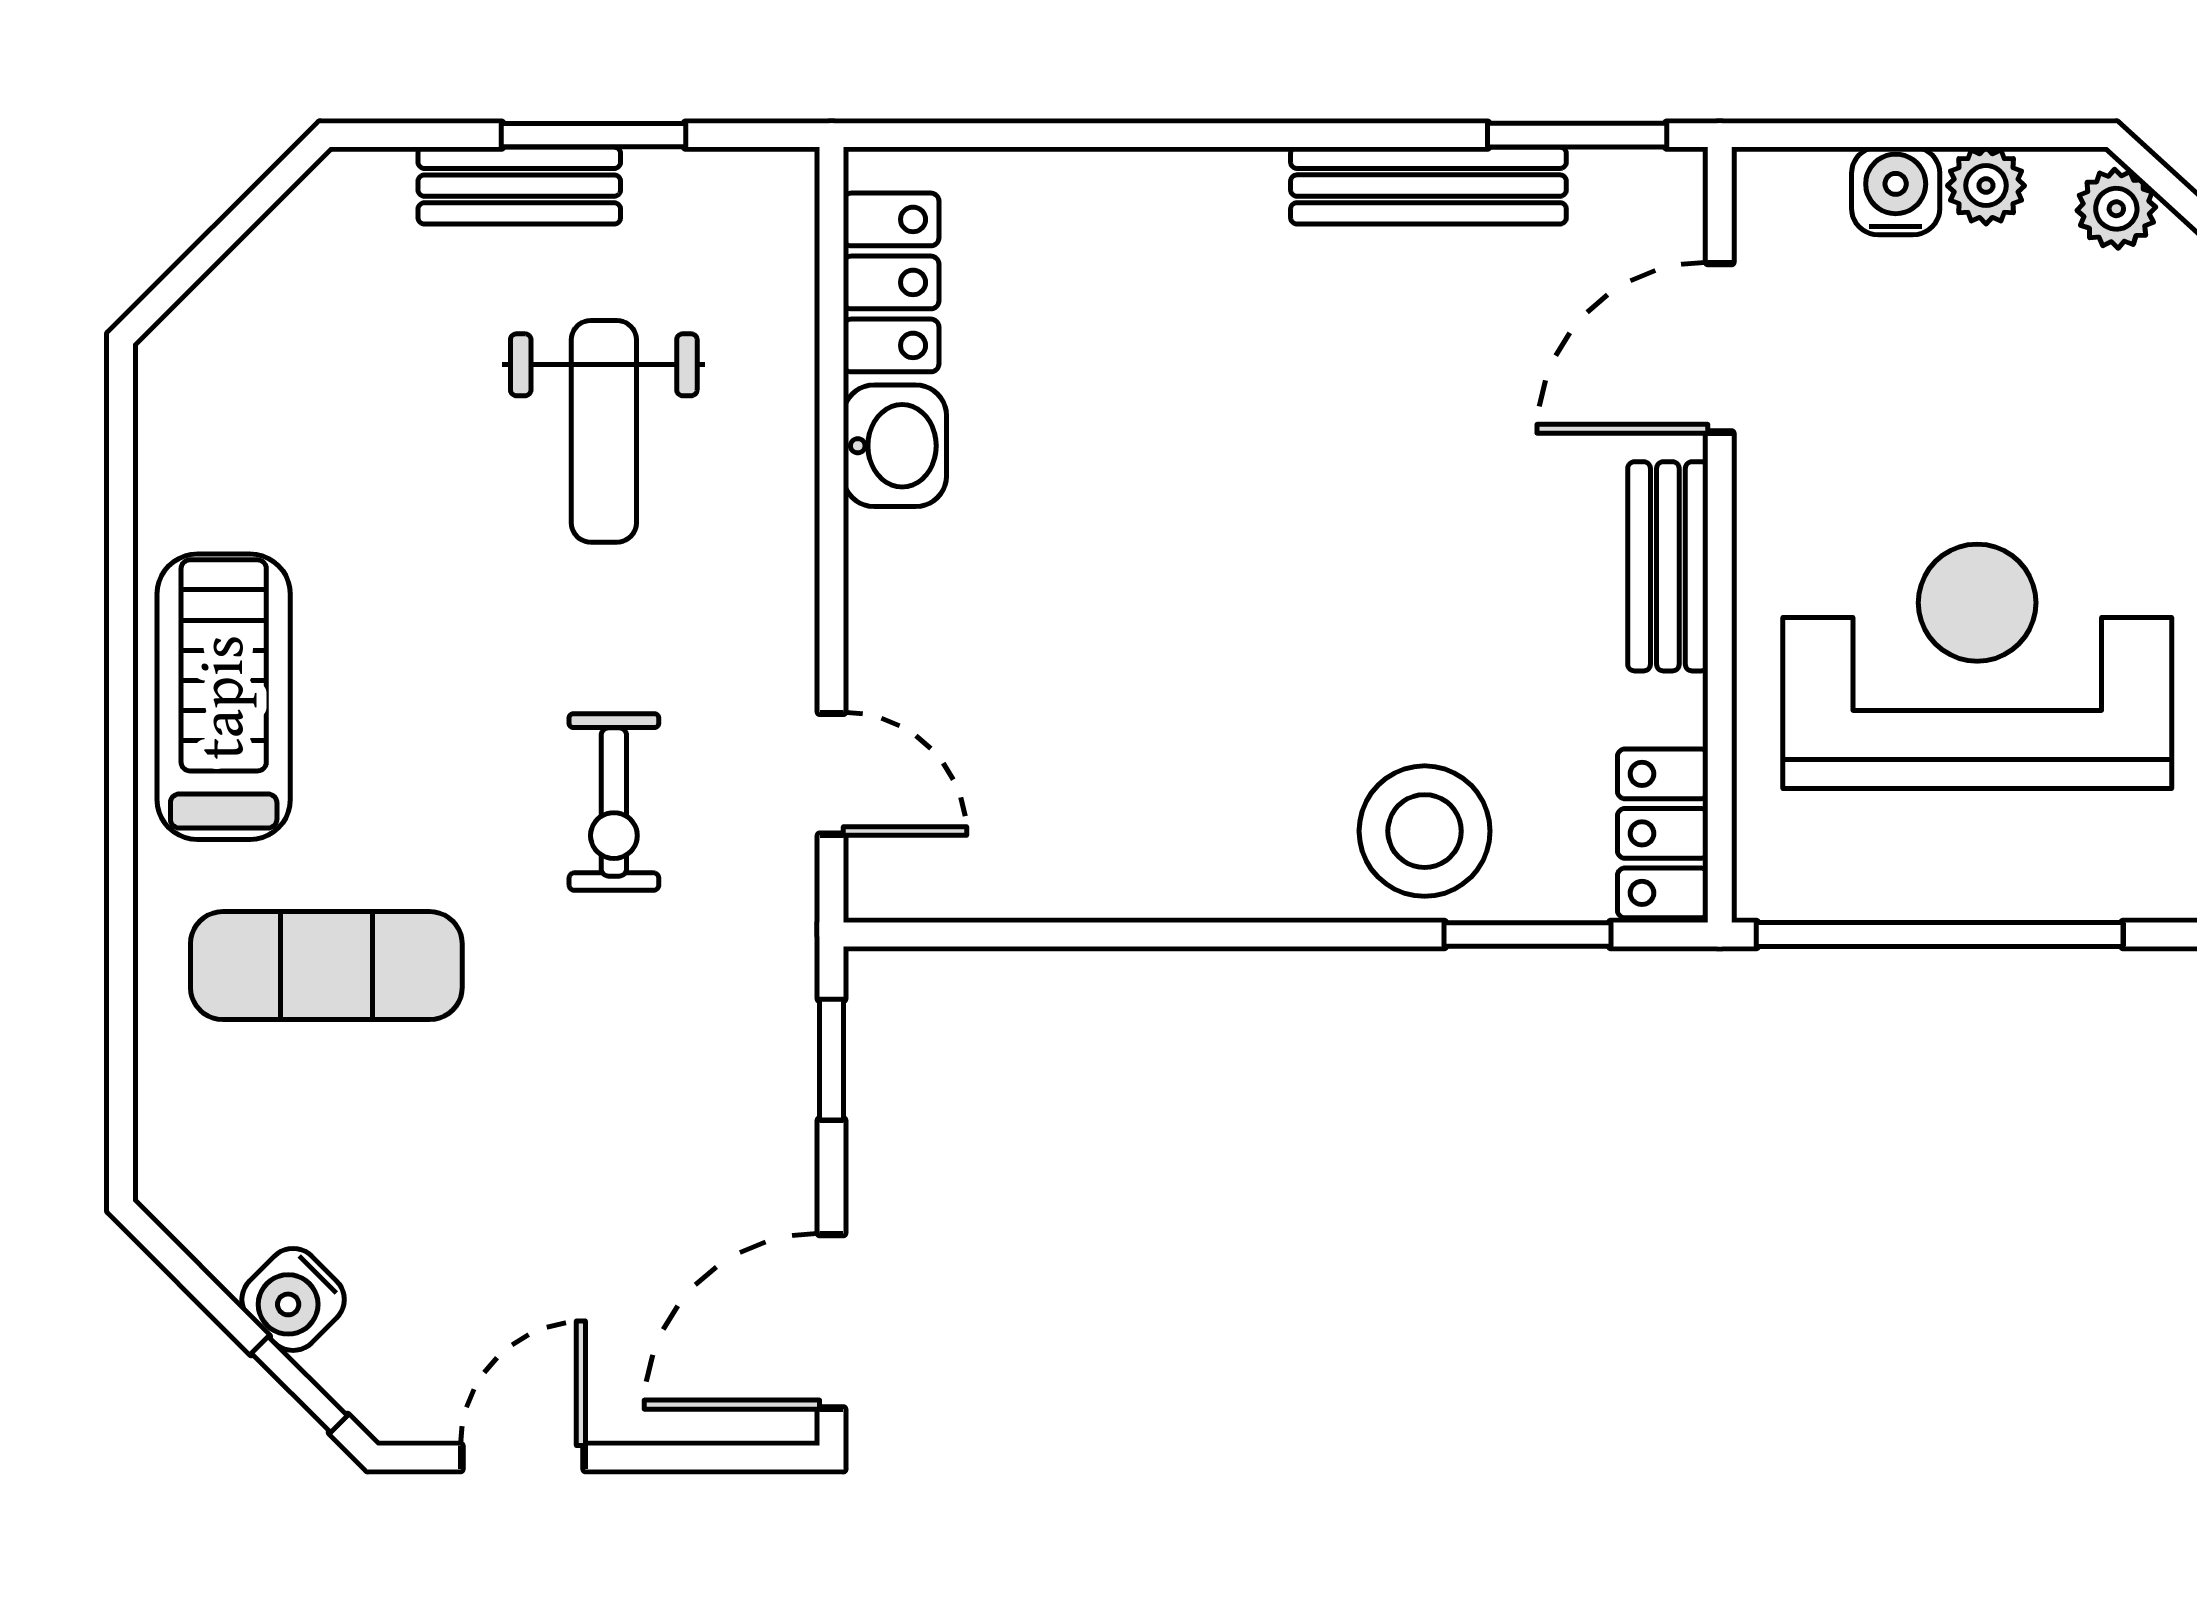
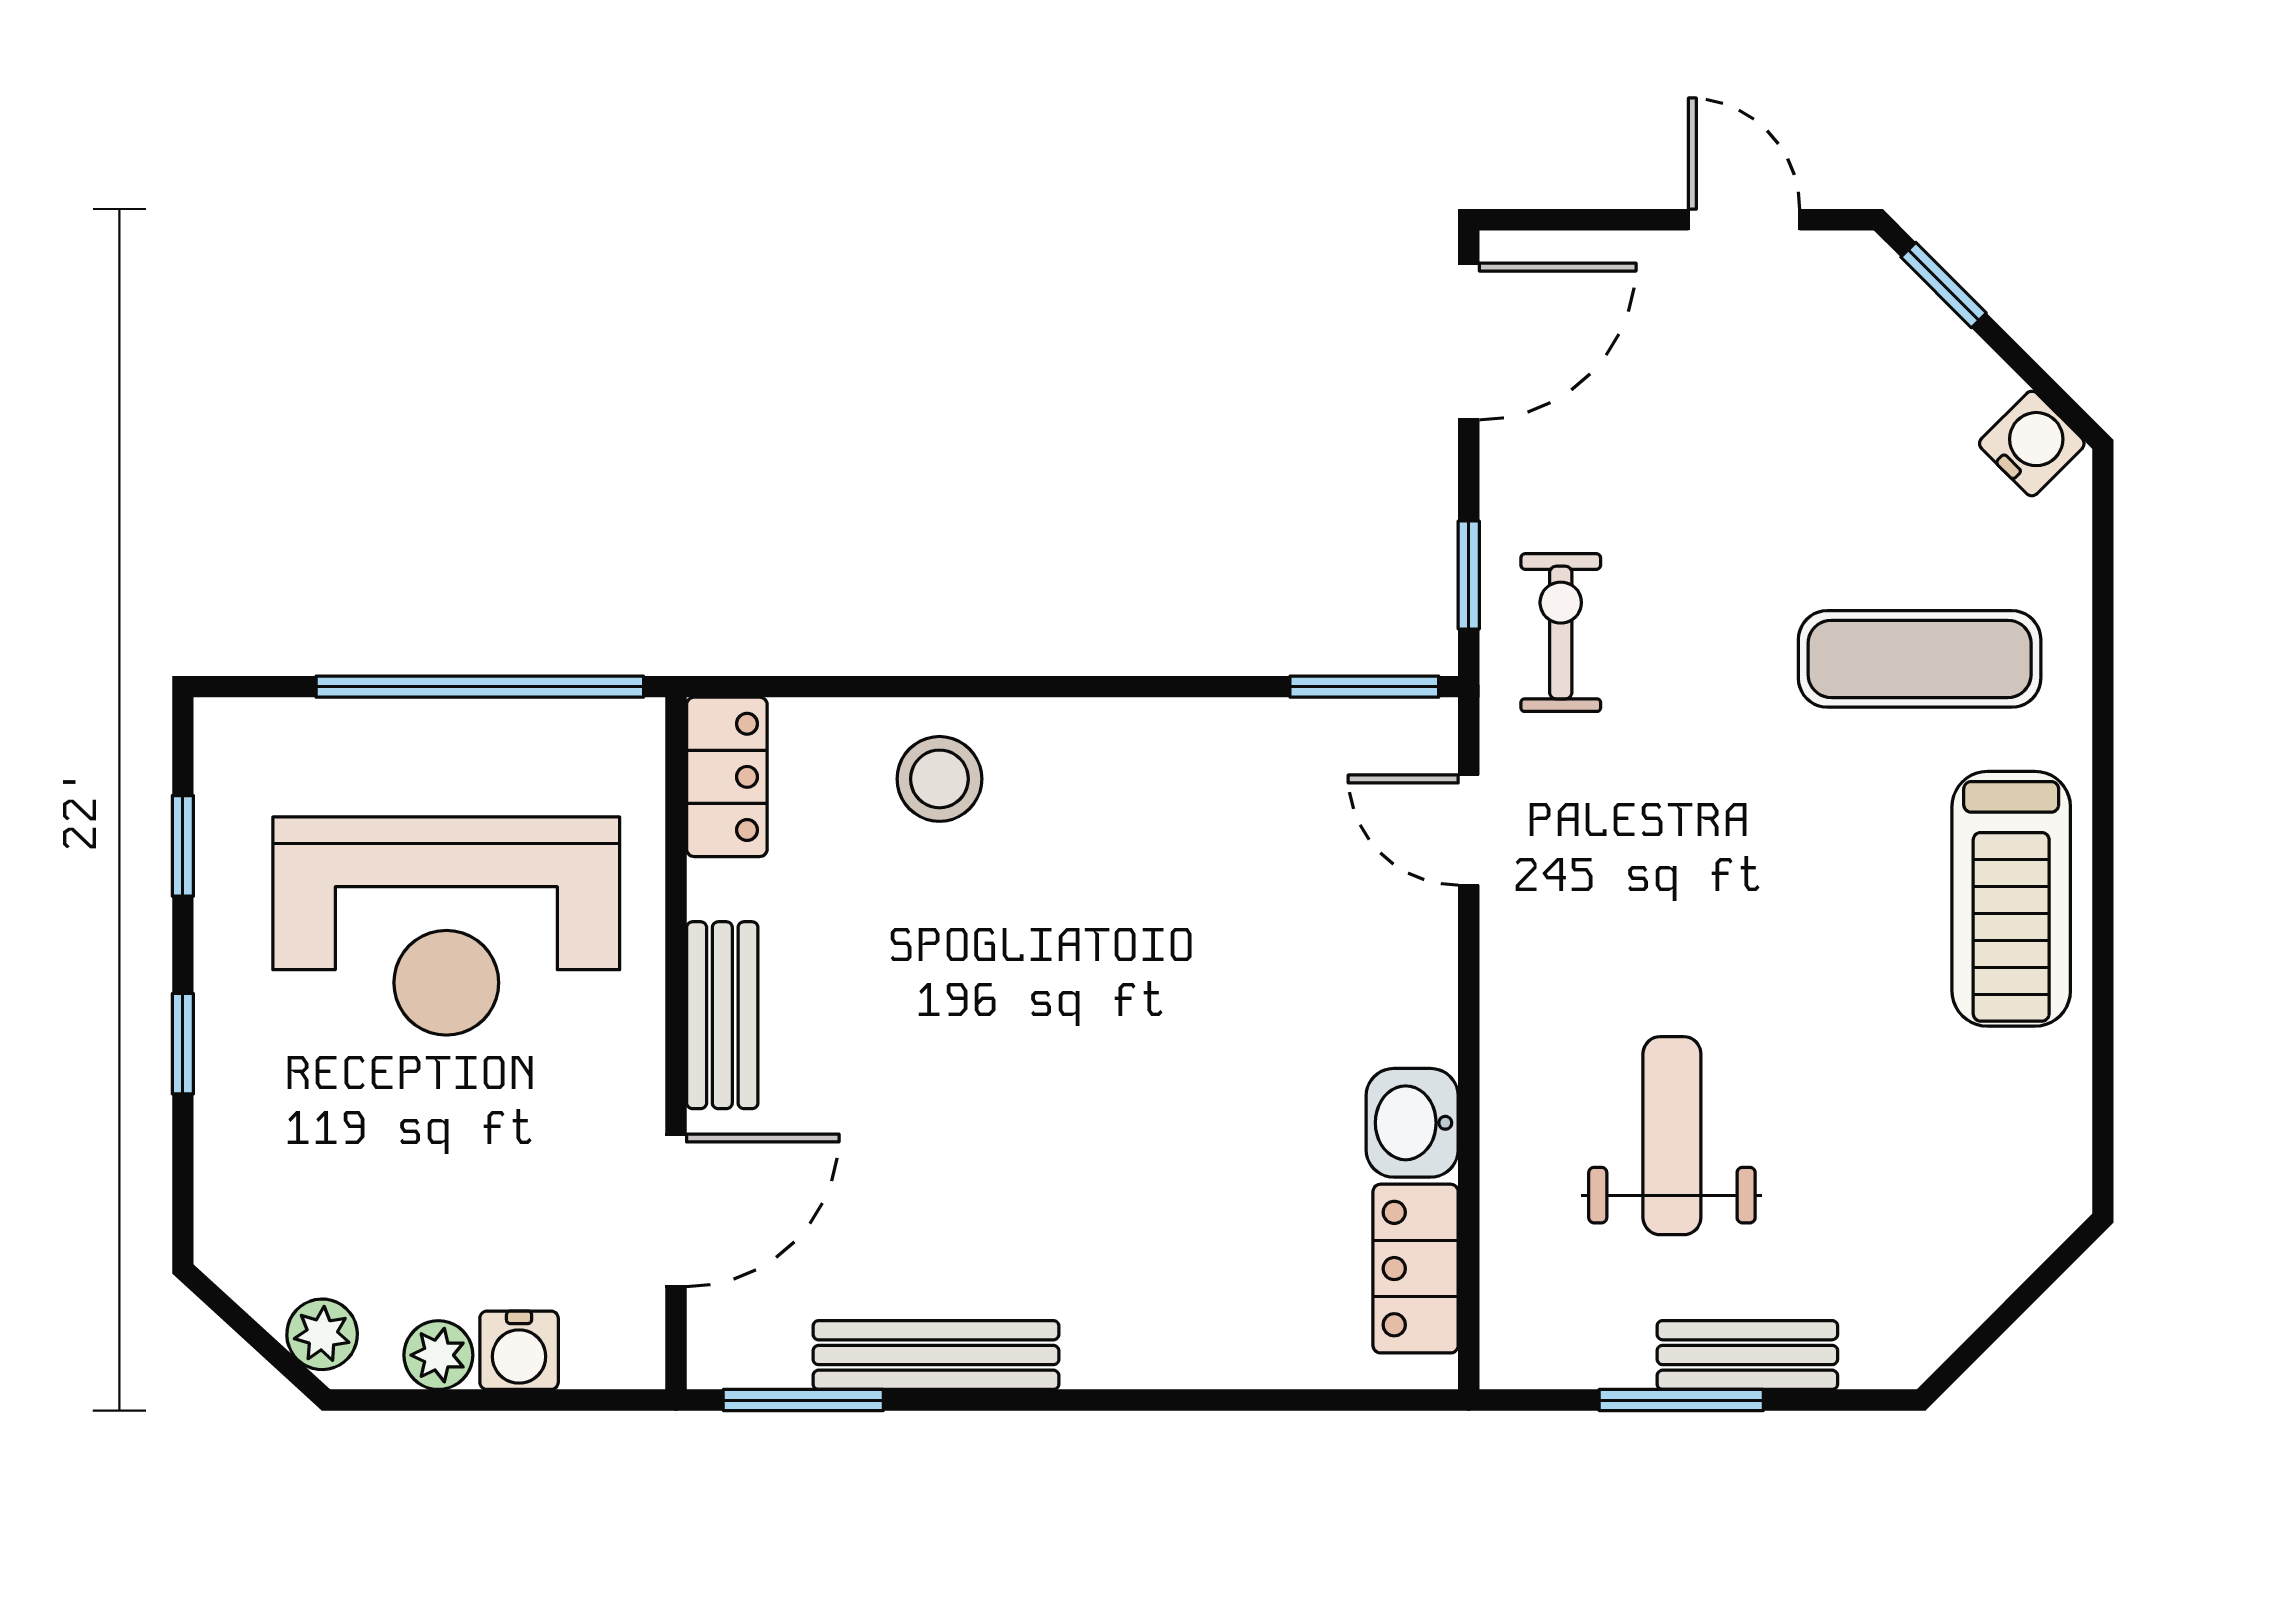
exercise bike: (614, 802) -> (1561, 633), moved
stool: (1425, 831) -> (939, 779), width x0.73, depth x0.73
window: (1527, 935) -> (1364, 687), moved
water cooler: (293, 1299) -> (2032, 444), moved
door: (523, 1458) -> (1744, 220), swing flipped

